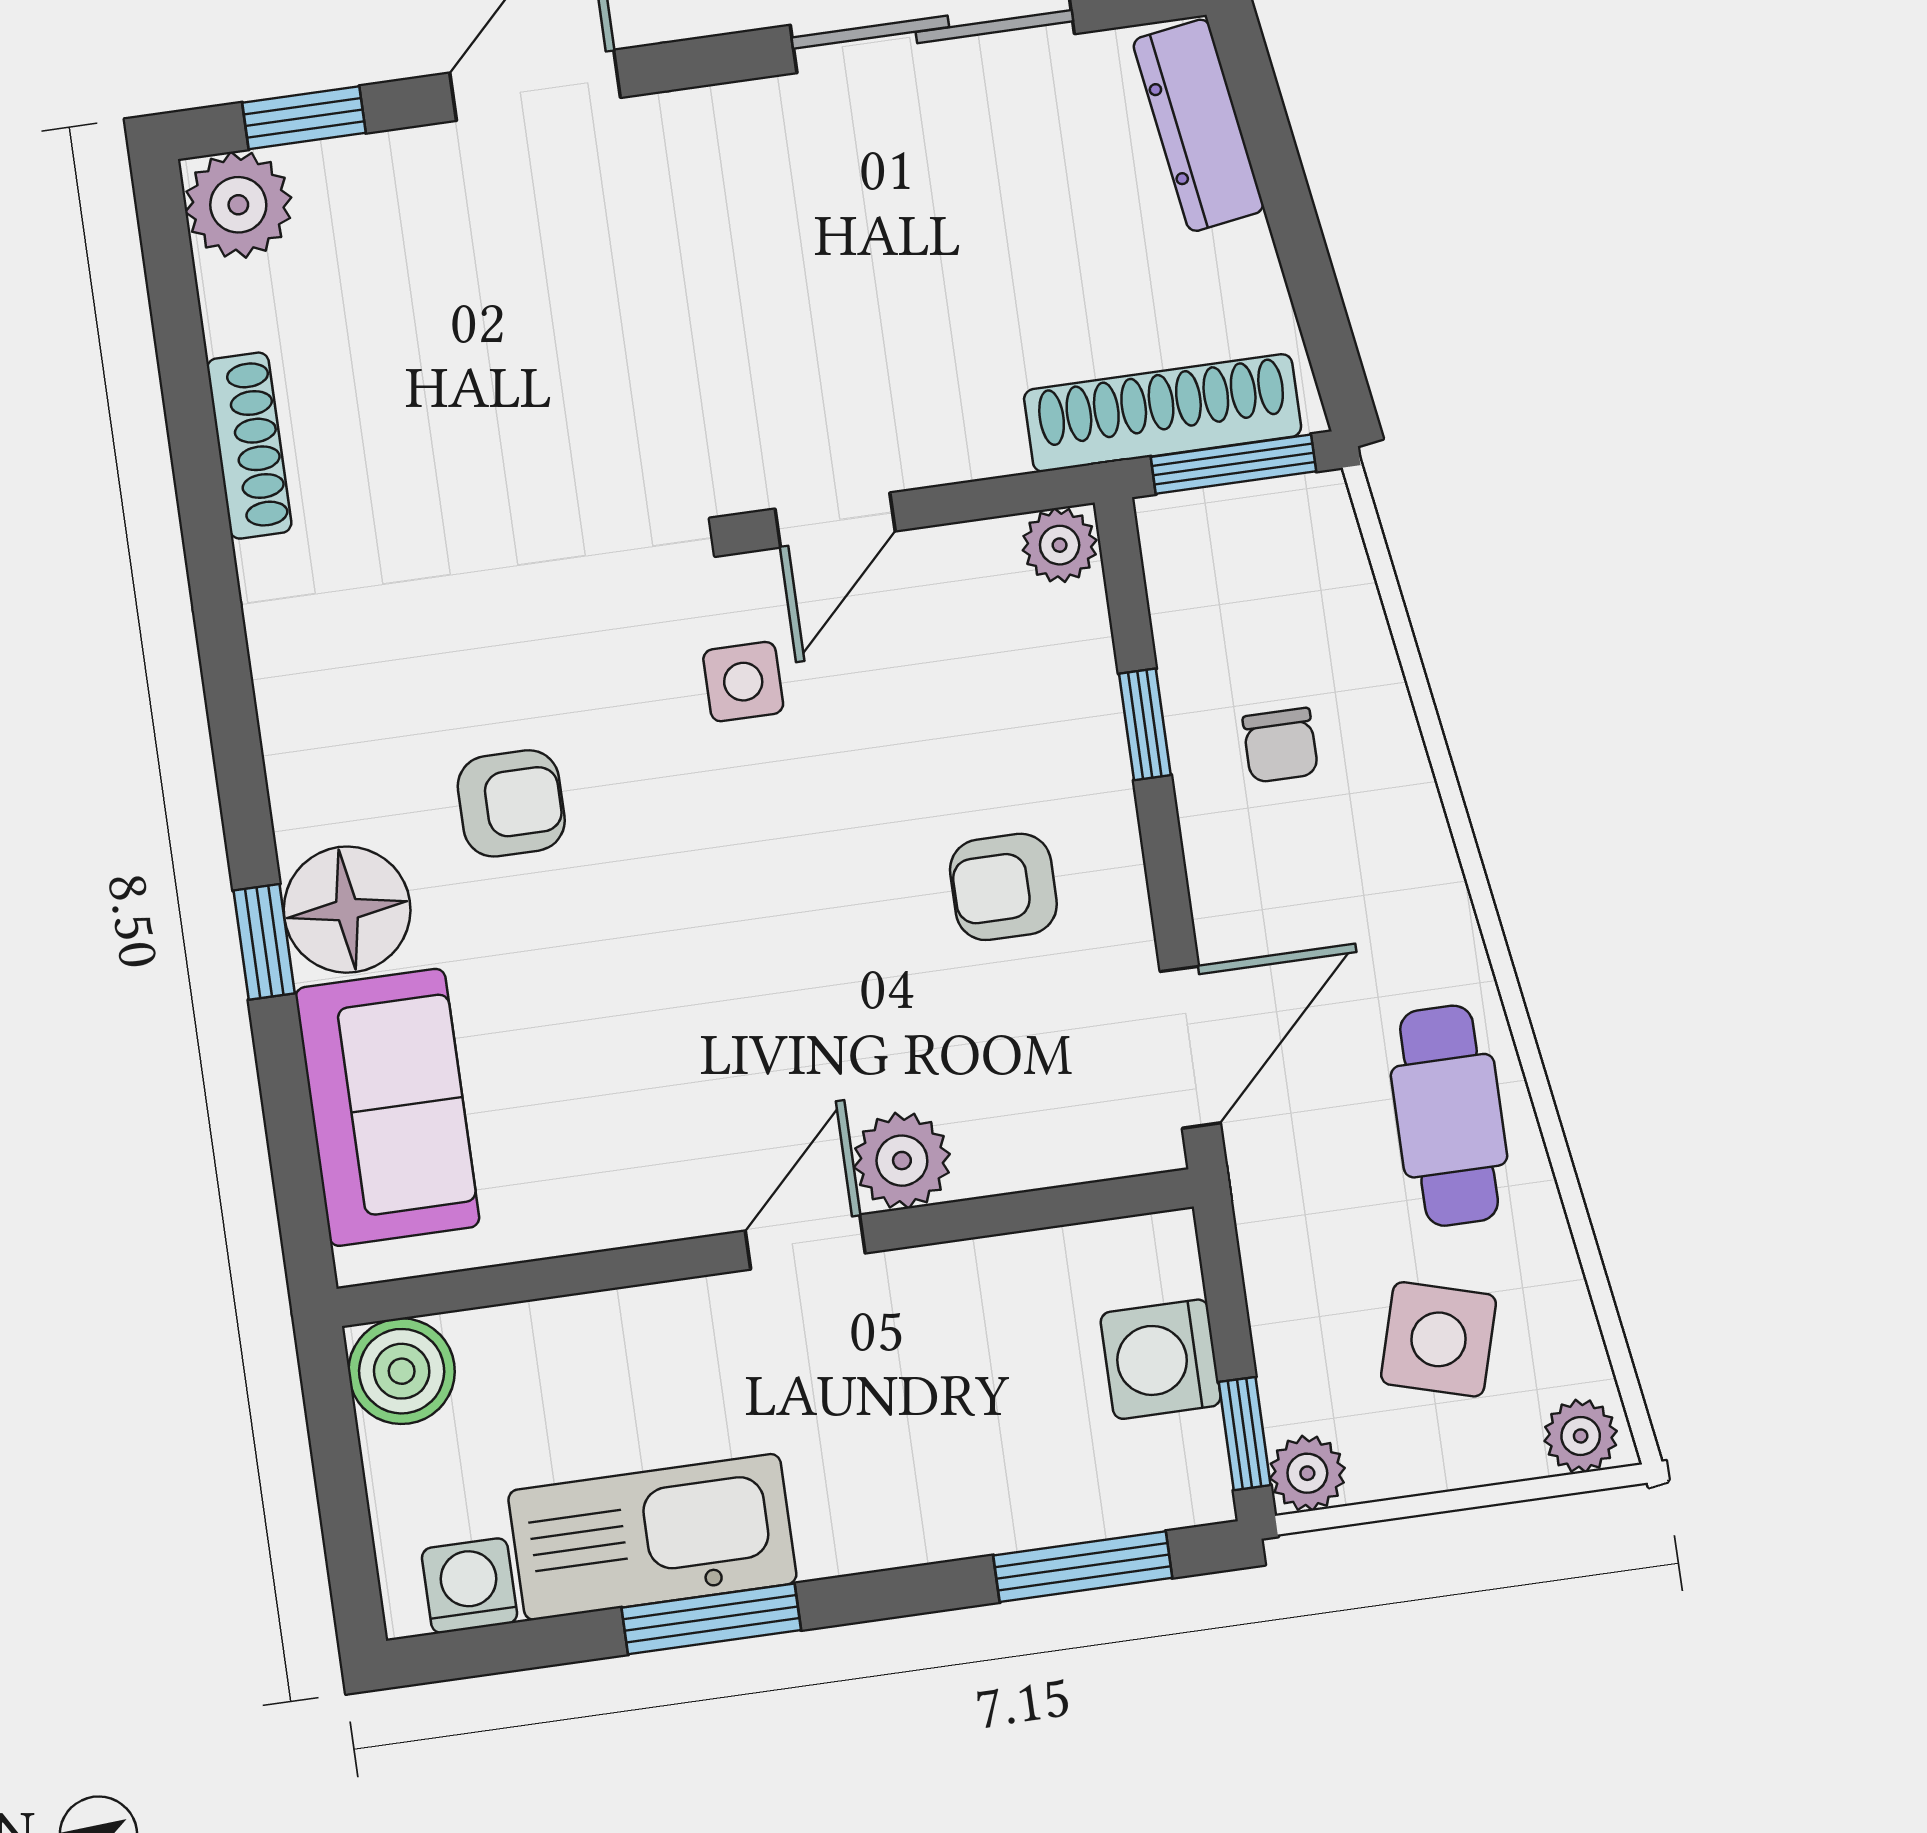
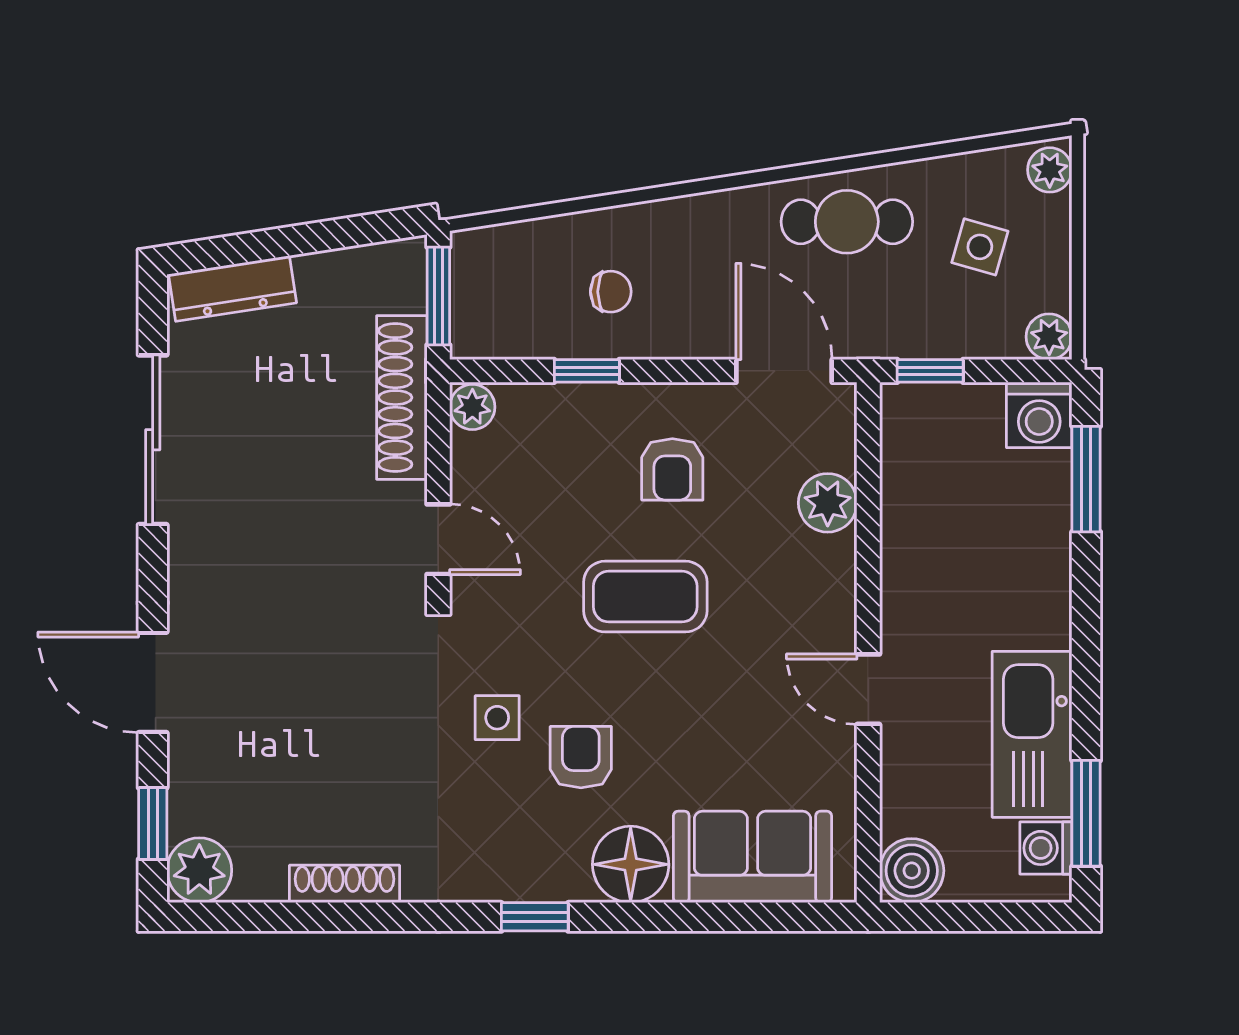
shoe rack: (1163, 413) -> (402, 398), moved
side table: (743, 682) -> (497, 718), moved
coffee table: (789, 872) -> (645, 597), added
window: (264, 942) -> (535, 917), moved
plant: (902, 1161) -> (828, 503), moved
door: (805, 1242) -> (868, 689), moved
side table: (1439, 1339) -> (980, 247), width x0.73, depth x0.73
washing machine: (1161, 1359) -> (1039, 415), moved
window: (1245, 1434) -> (930, 371), moved
window: (711, 1619) -> (1086, 813), moved

